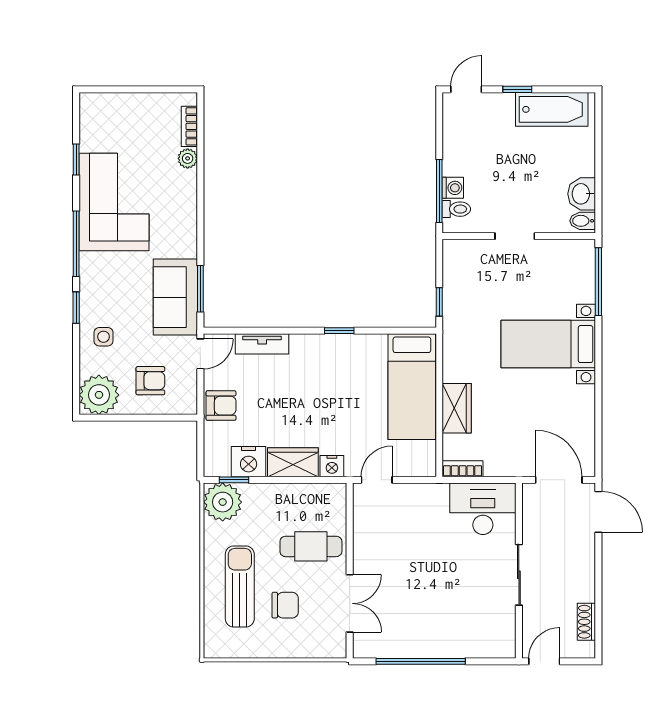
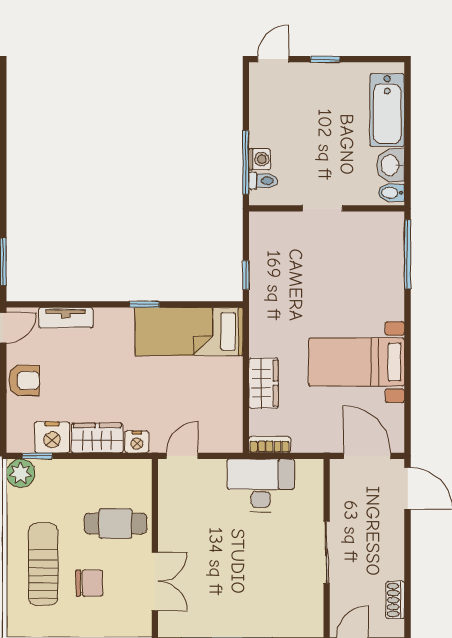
bathtub: (552, 109) -> (387, 110), moved, turned 90
bed with nightstands: (548, 344) -> (357, 362), moved
bed: (412, 387) -> (189, 332), moved, turned 90
plant: (223, 502) -> (21, 473), width x0.73, depth x0.73
desk: (483, 509) -> (261, 485), moved

